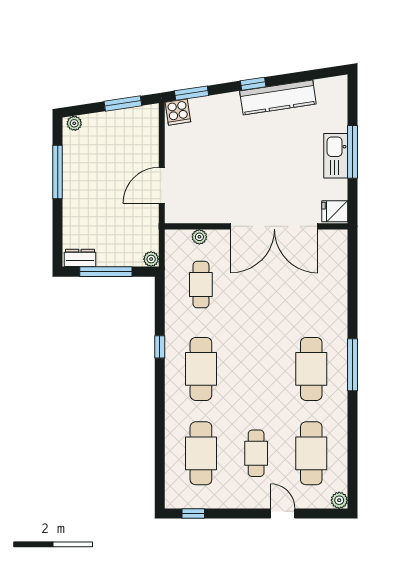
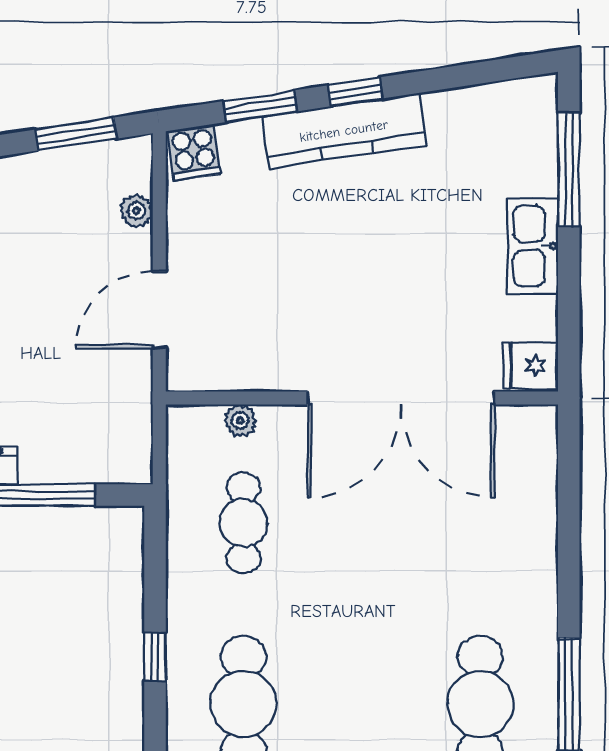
window: (191, 93) -> (260, 106), moved
kitchen counter: (278, 97) -> (344, 131), moved
window: (352, 152) -> (569, 169), moved
plant: (151, 259) -> (137, 211), moved

